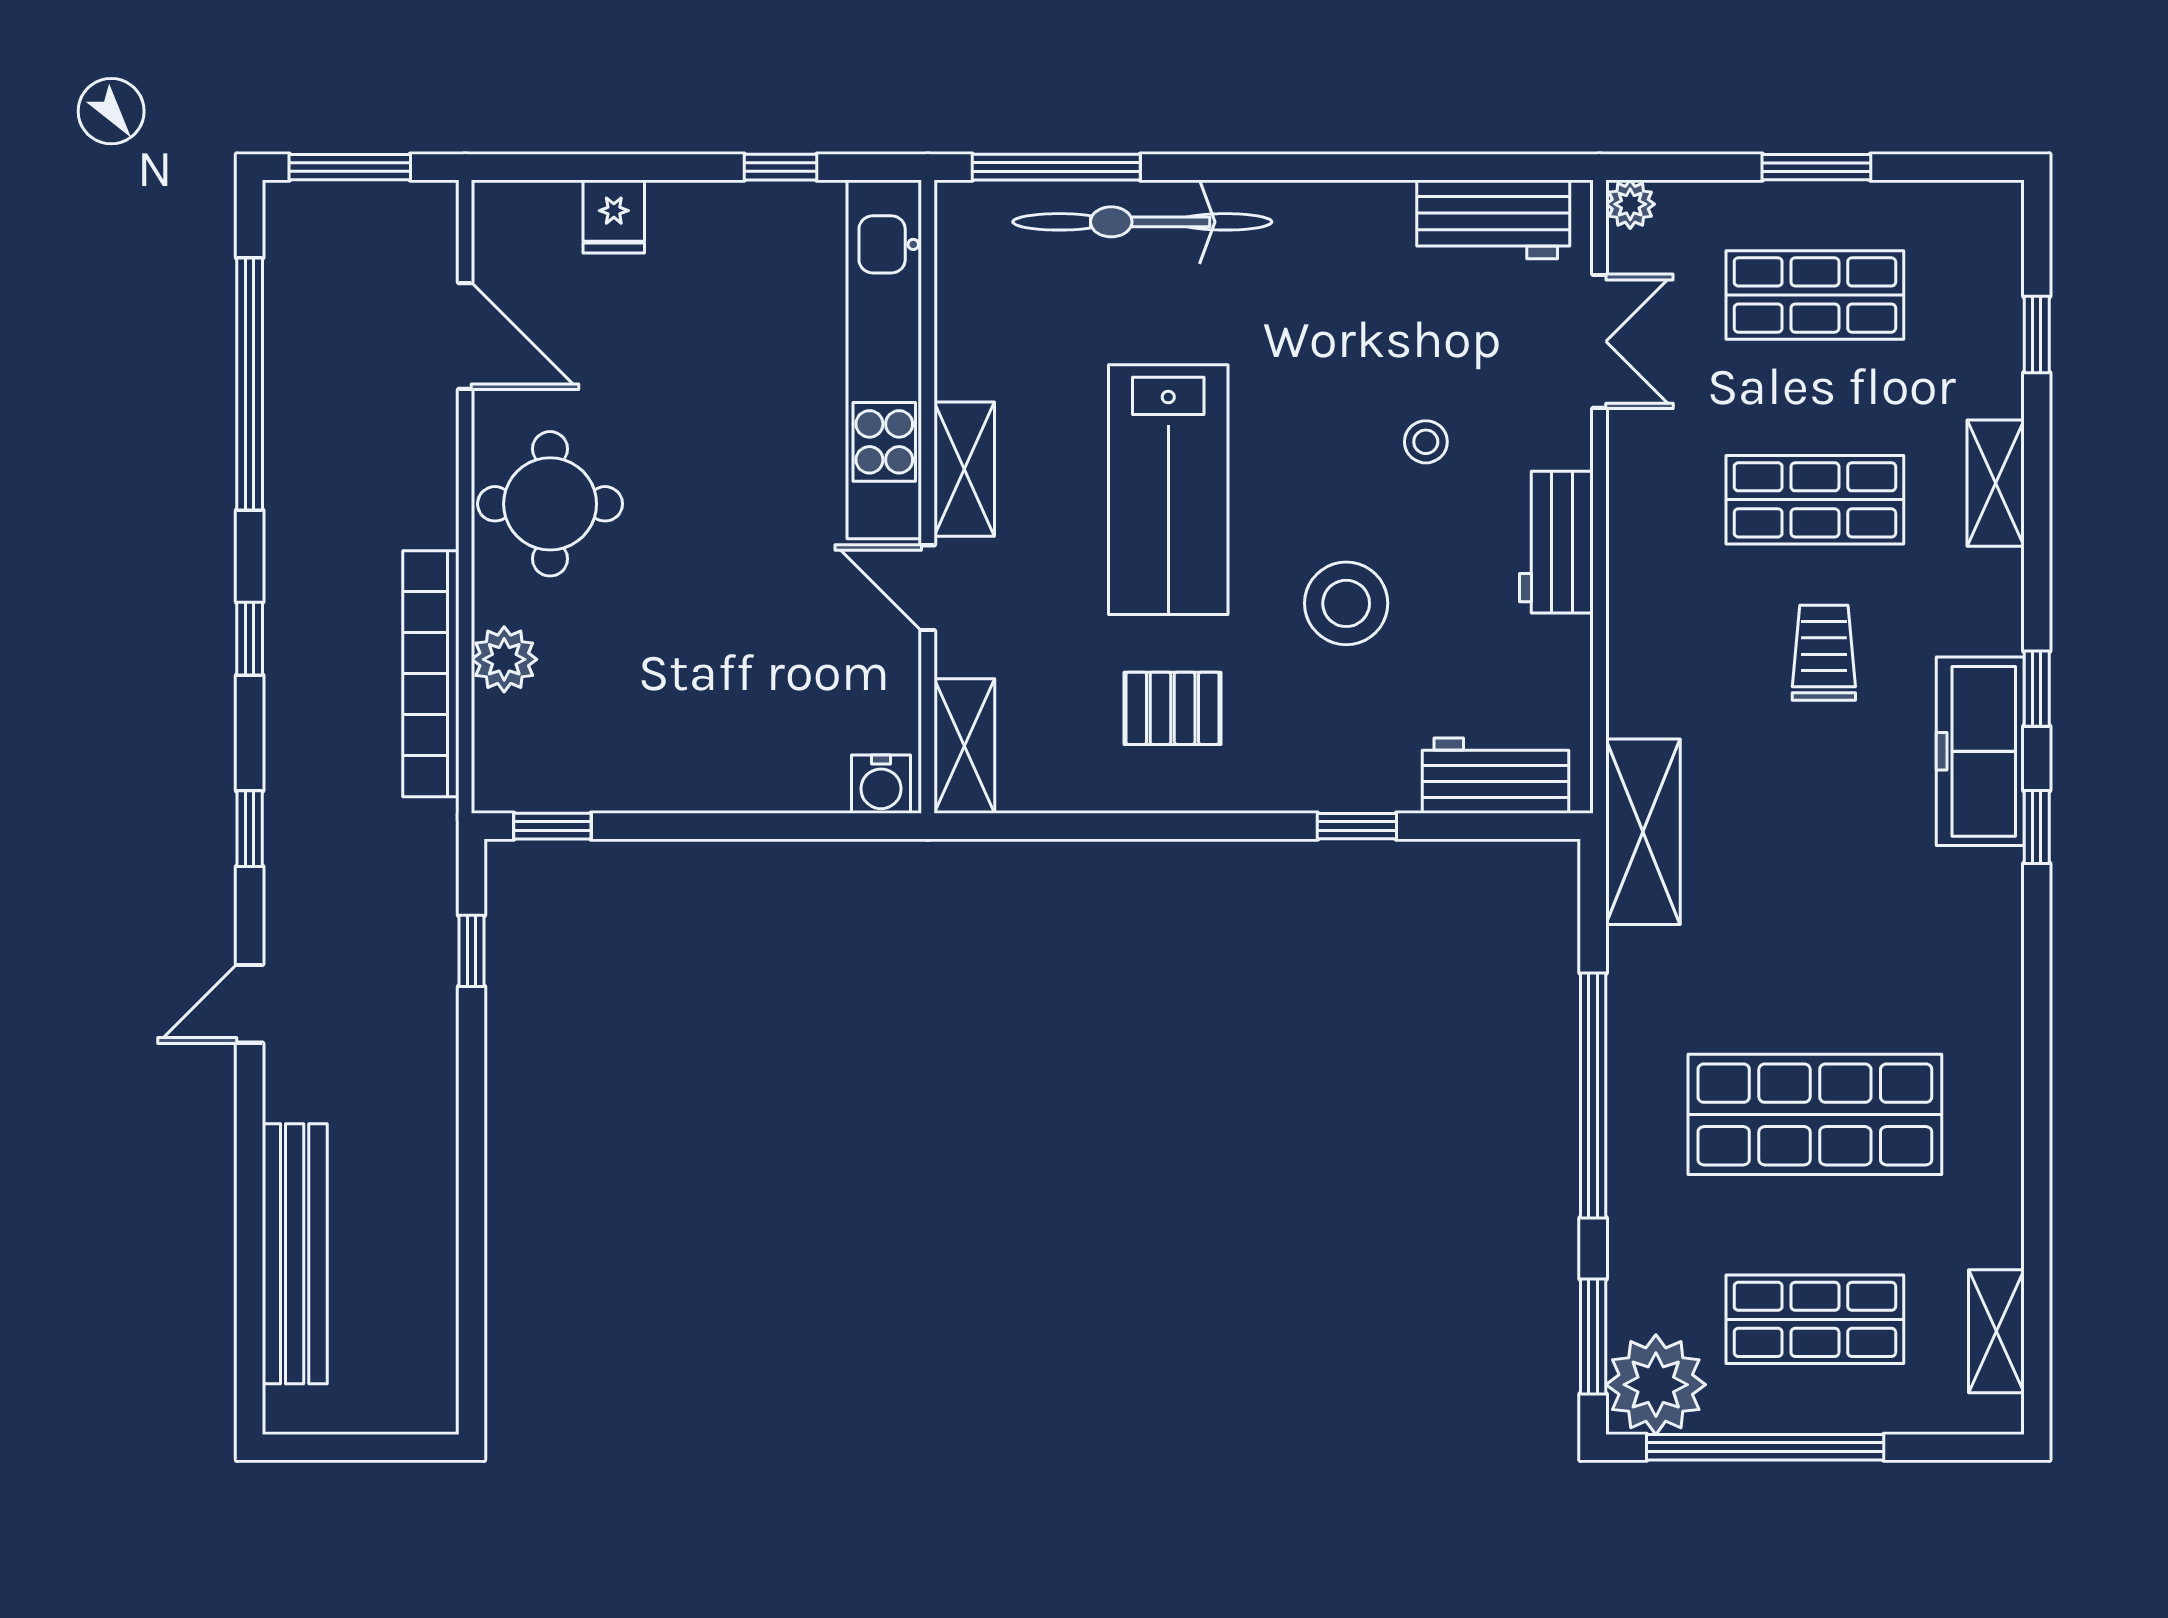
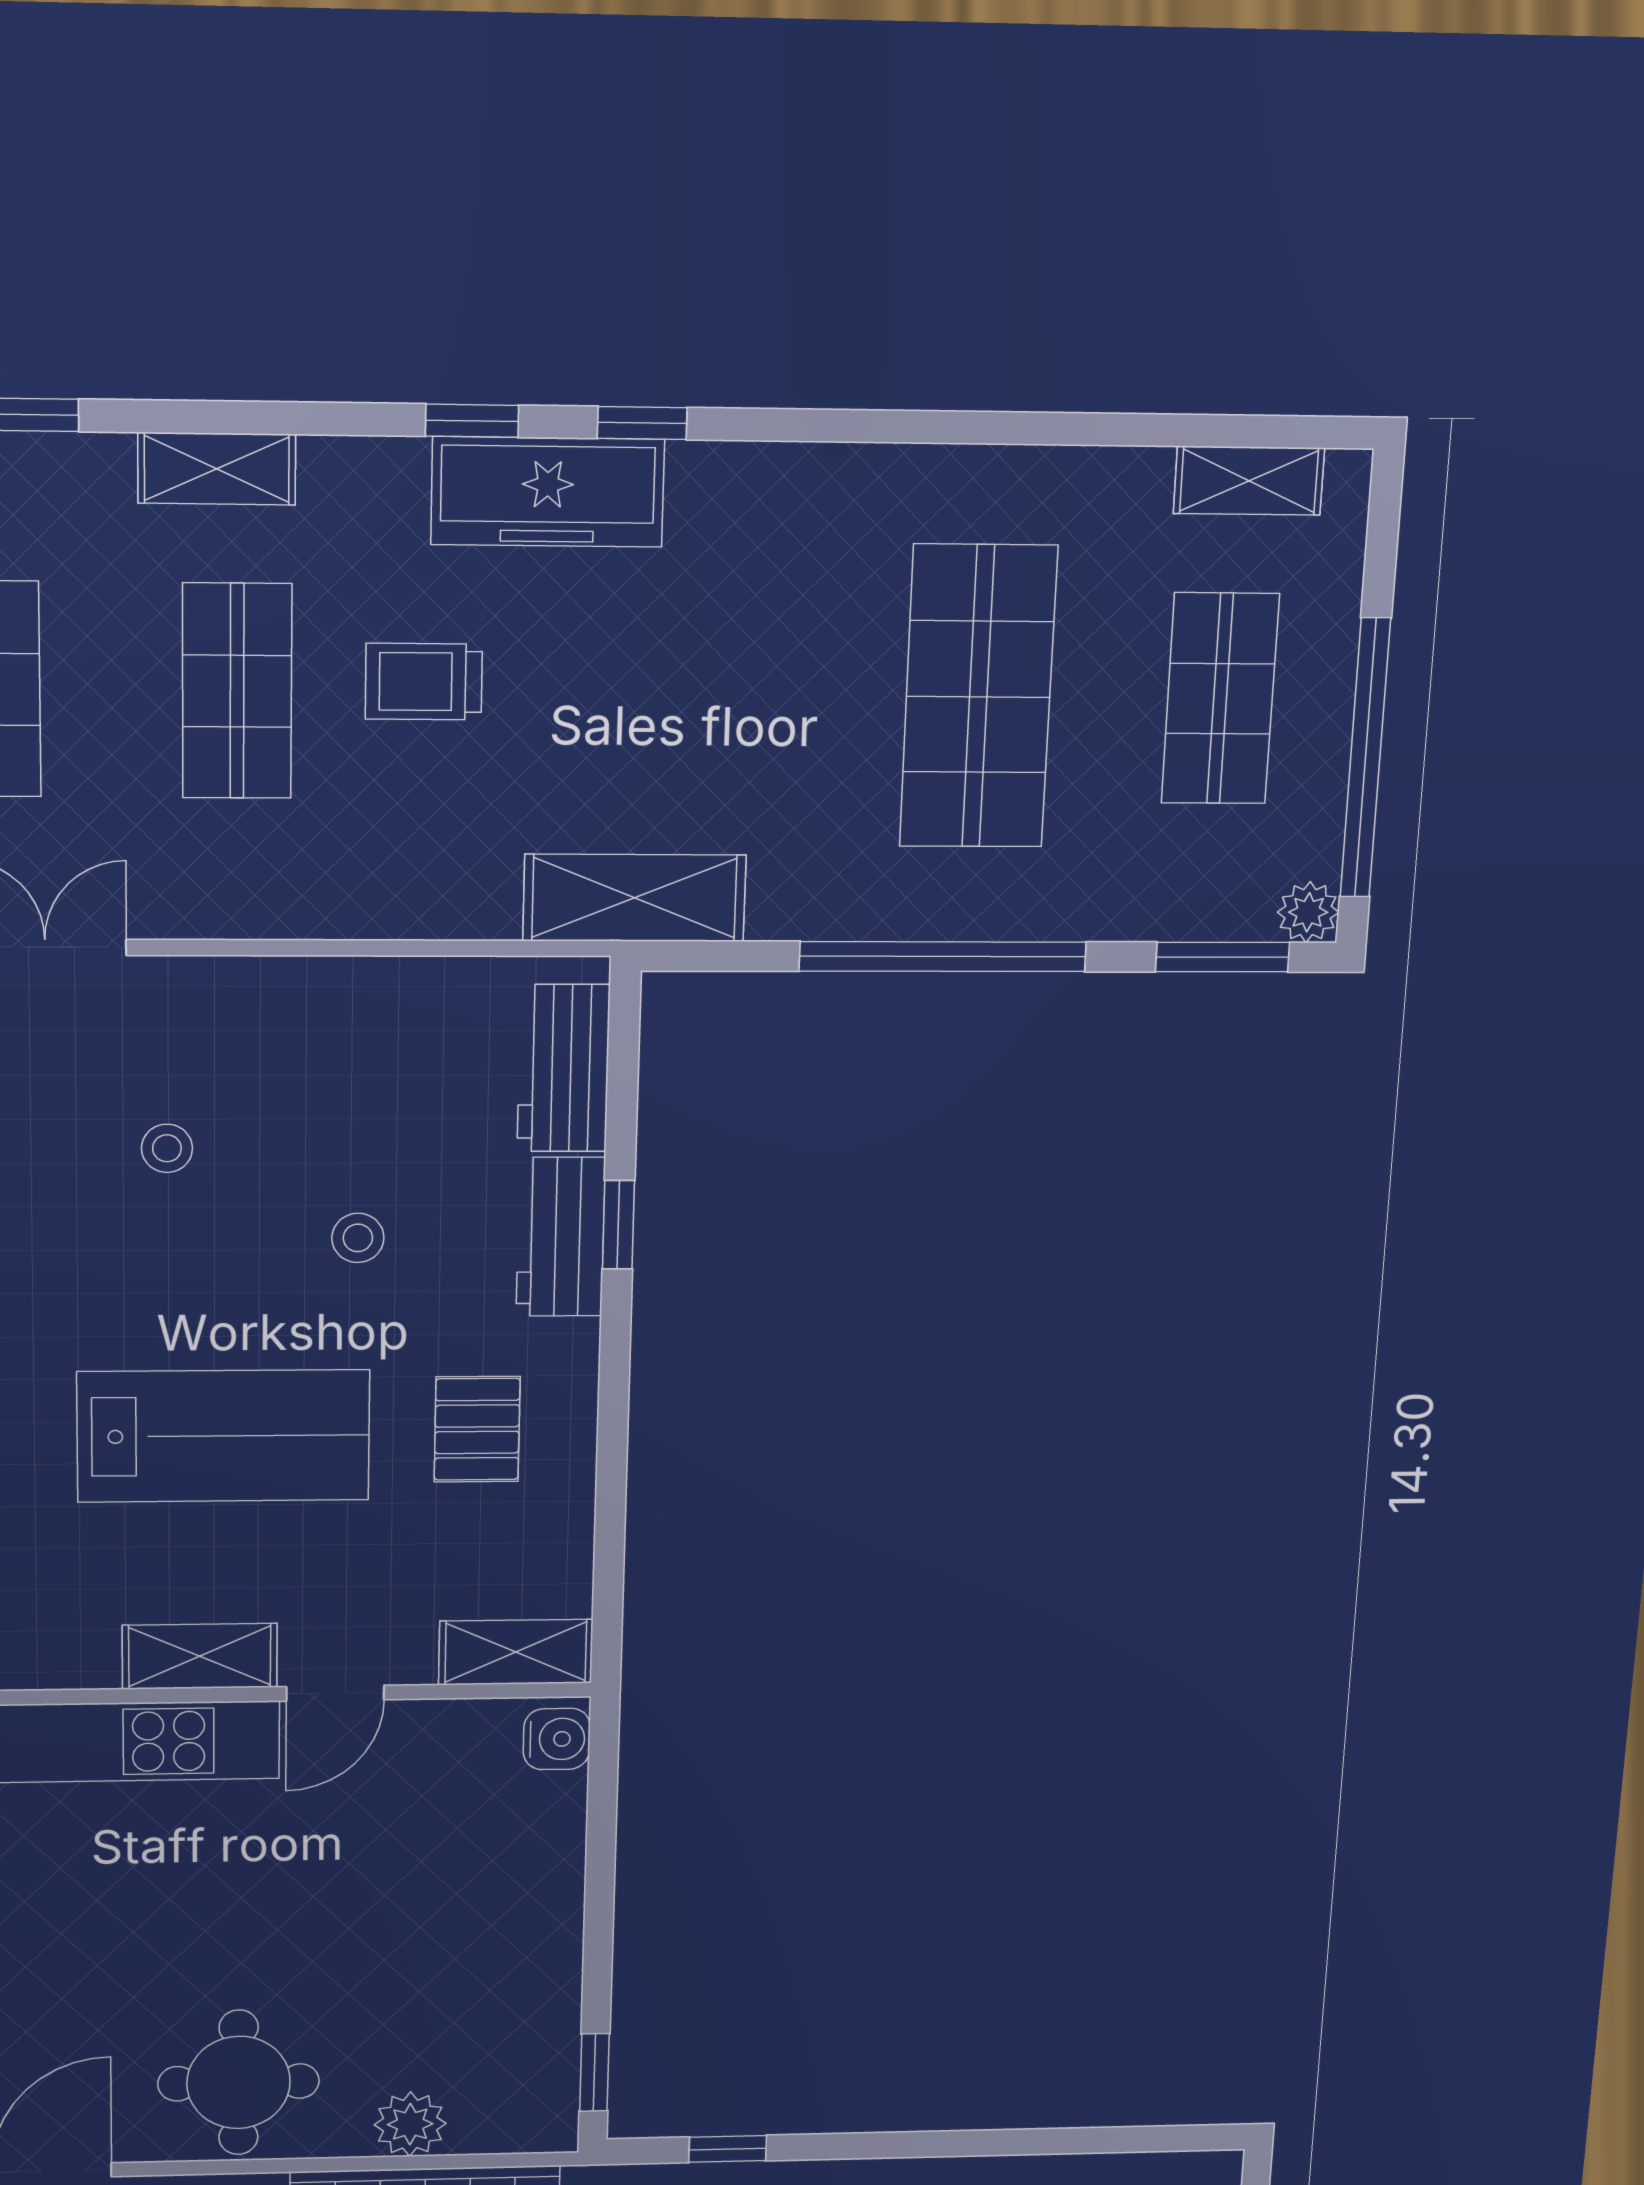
workbench: (1556, 542) -> (561, 1237), moved, turned 90
stool: (1346, 603) -> (358, 1238), width x0.53, depth x0.53
plant: (1656, 1385) -> (1308, 912), width x0.53, depth x0.53

